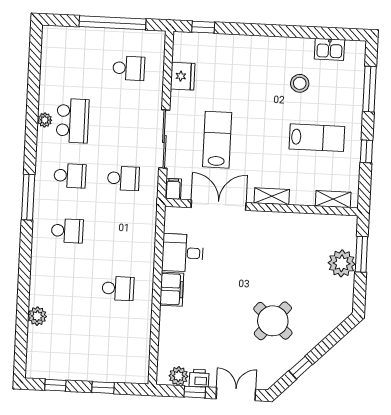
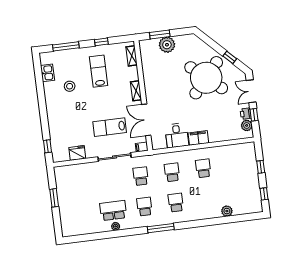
window: (113, 23) -> (54, 198), width x0.47
school desk: (129, 68) -> (172, 172), moved
round table: (273, 321) -> (206, 78), width x1.86, depth x1.86

